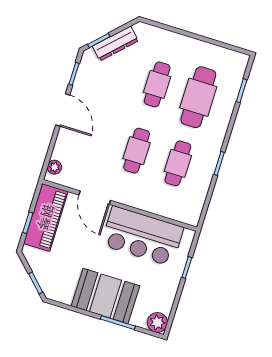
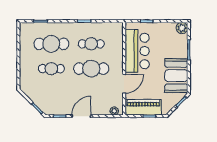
dresser: (115, 43) -> (36, 99), removed
cafe table: (137, 151) -> (91, 69), width x1.37, depth x1.35
booth: (106, 296) -> (176, 76), moved

